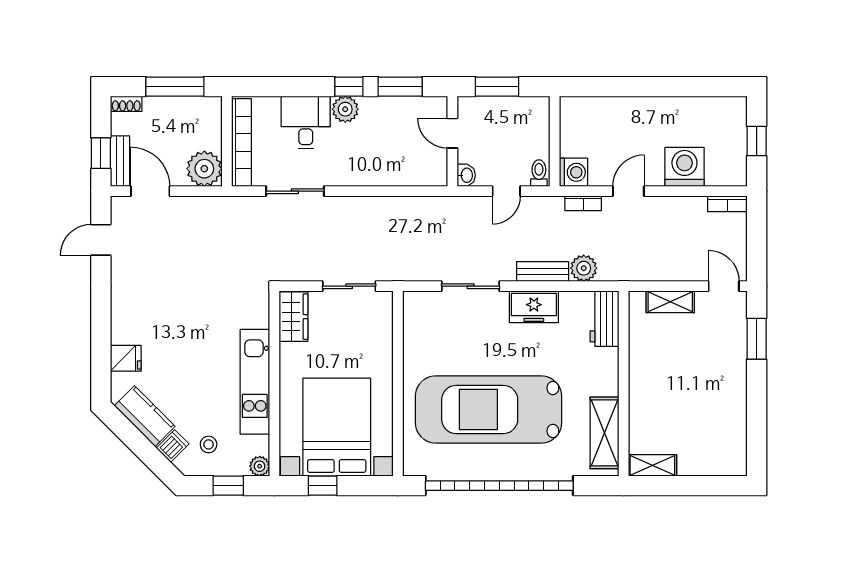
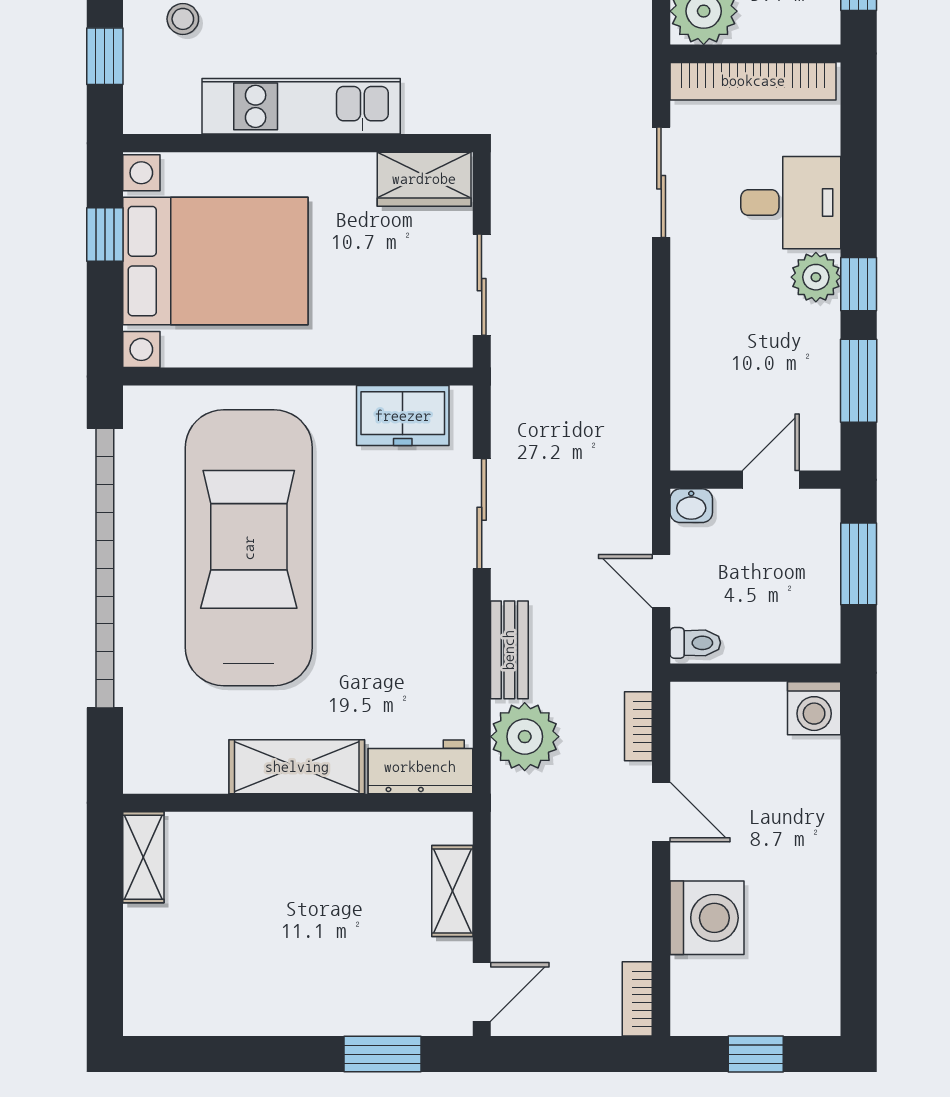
washing machine: (573, 172) -> (814, 708), moved
plant: (584, 268) -> (525, 737), width x1.36, depth x1.36
freezer: (534, 307) -> (403, 416), moved, turned -90
shelving: (604, 433) -> (297, 767), moved
plant: (260, 466) -> (142, 115), removed

